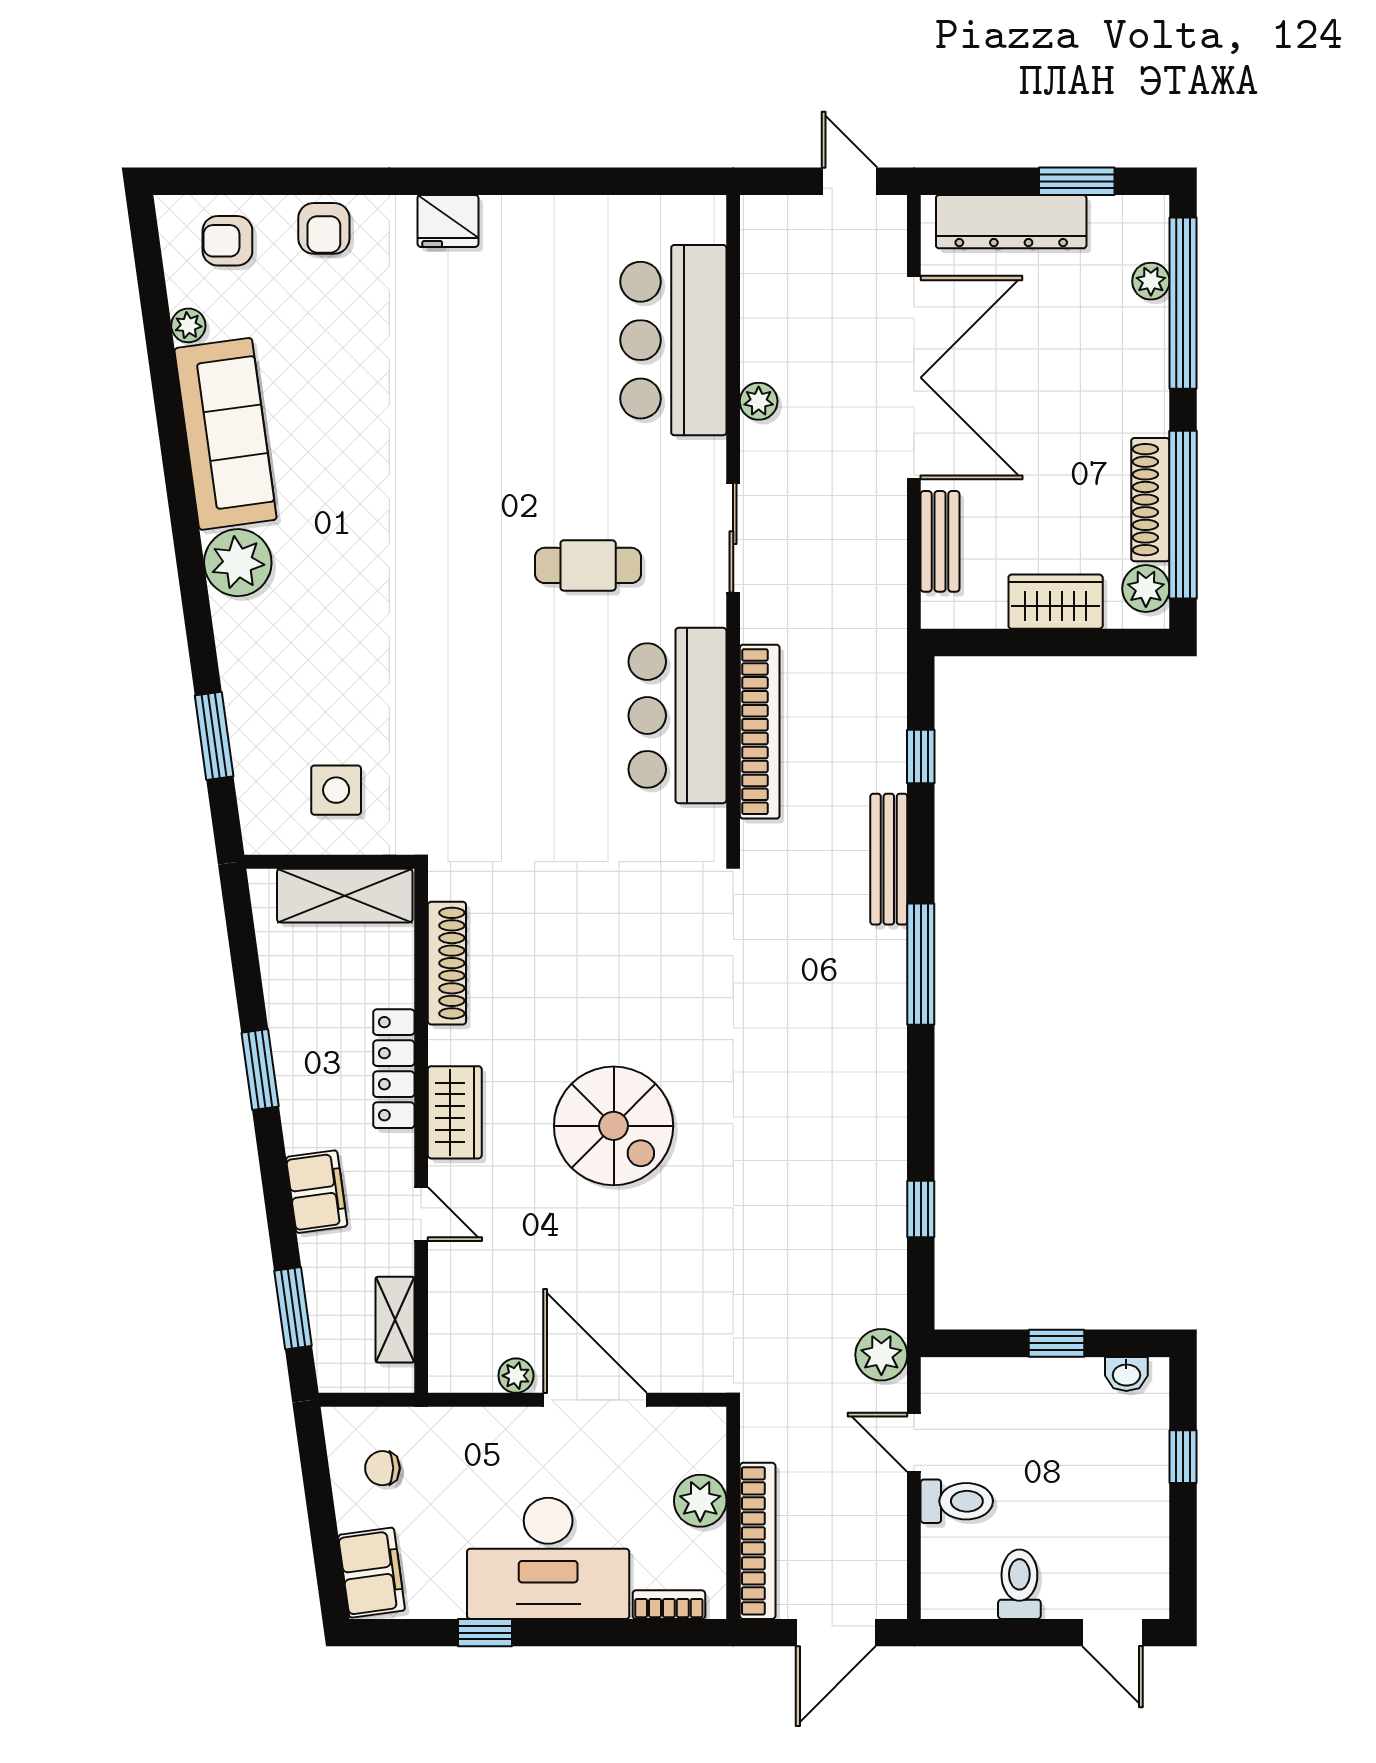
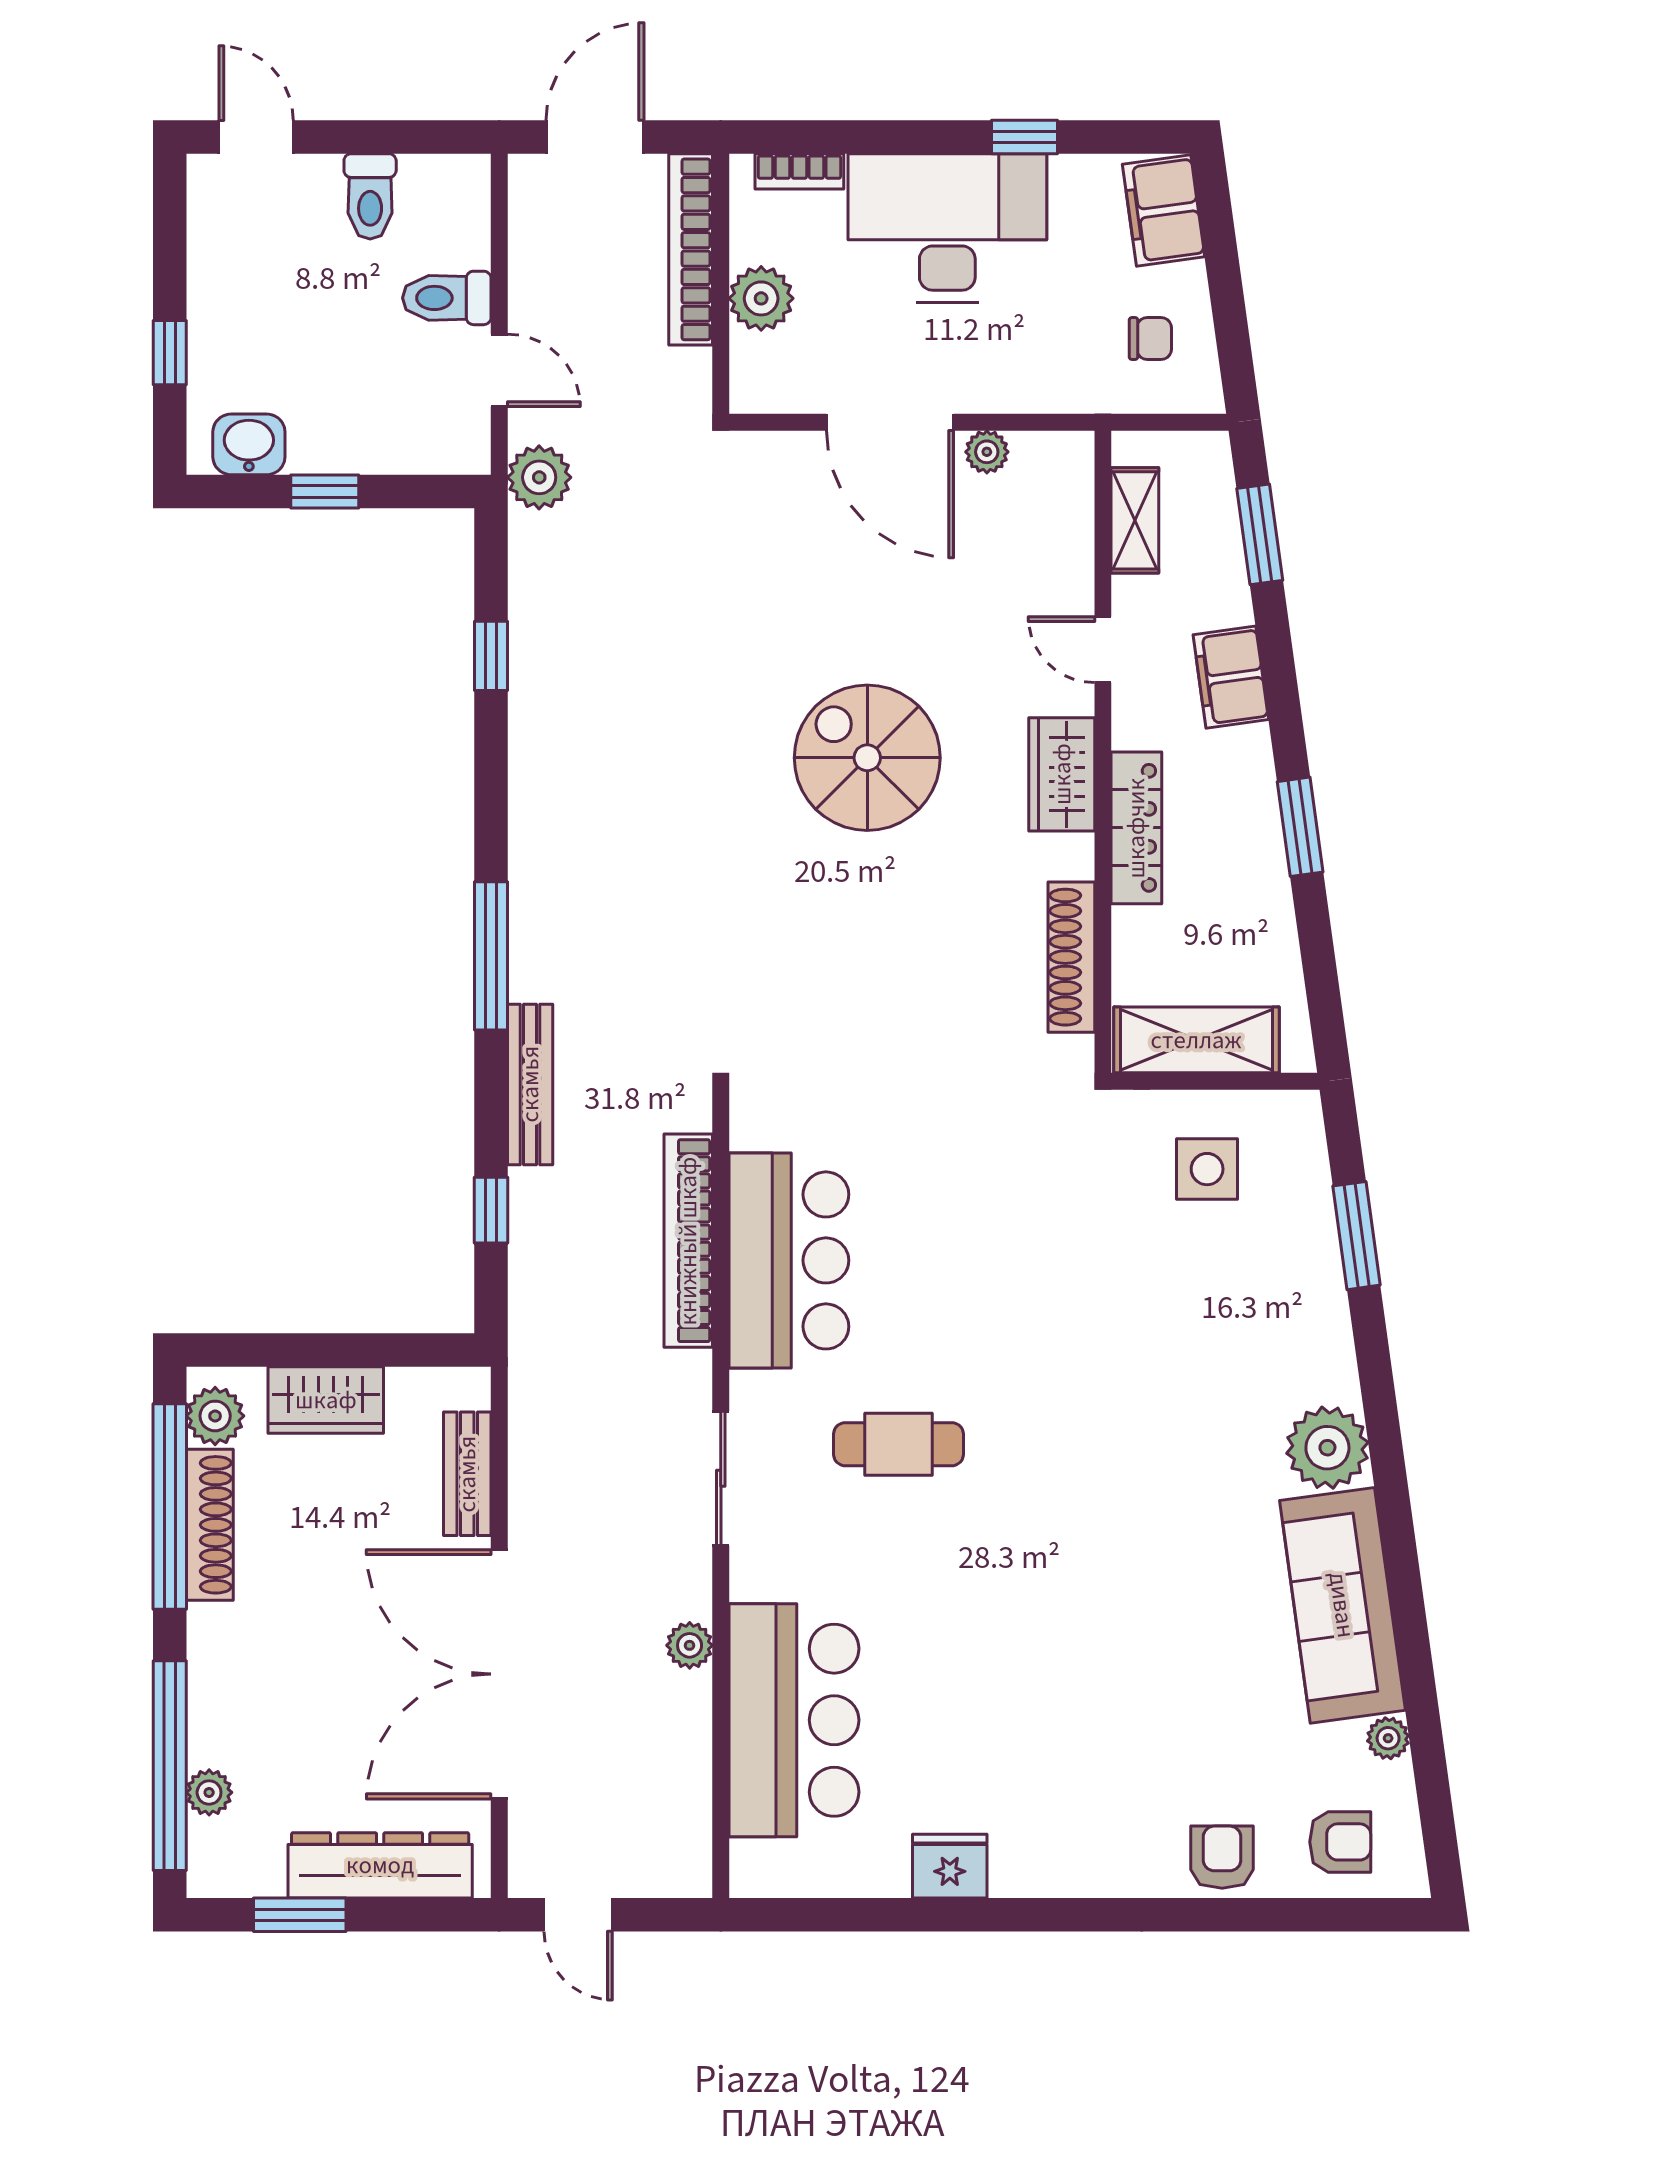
fridge: (448, 221) -> (950, 1866), moved
washbasin: (1126, 1374) -> (249, 444), width x1.38, depth x1.45

